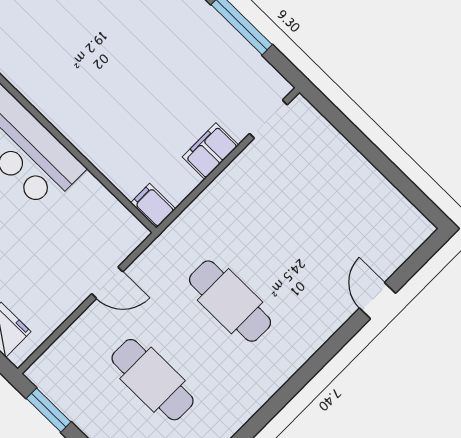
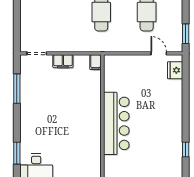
door: (107, 283) -> (159, 53), moved

